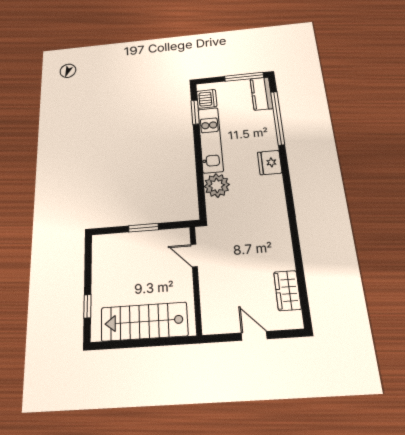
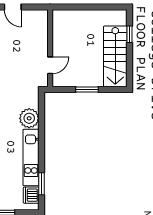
door: (194, 256) -> (50, 65), hinge flipped
stairs: (144, 322) -> (115, 56), moved, turned 90

